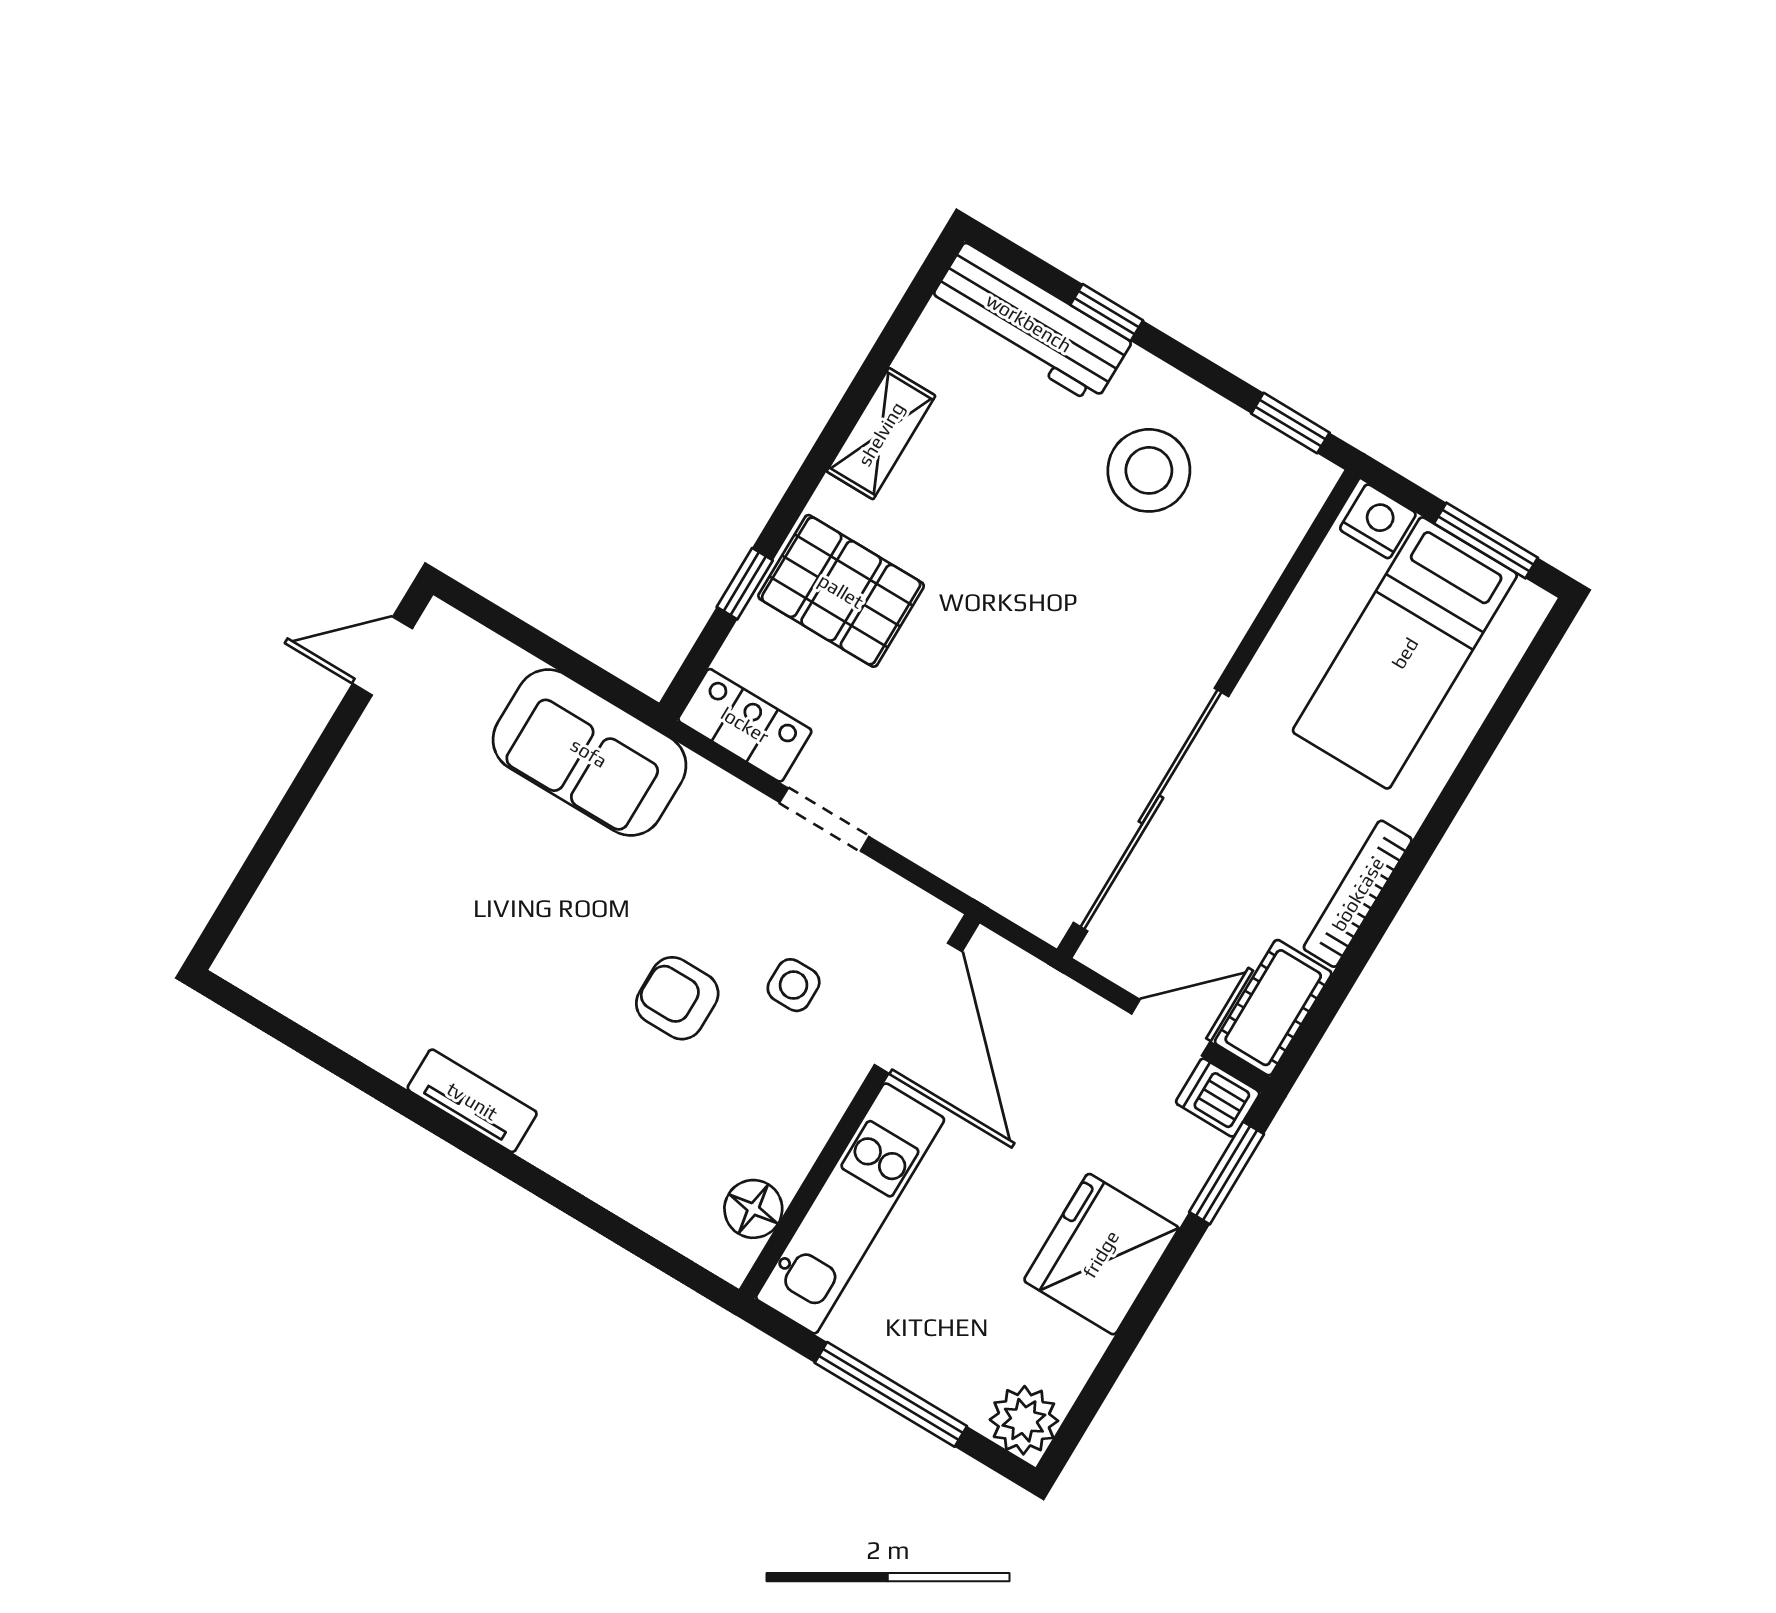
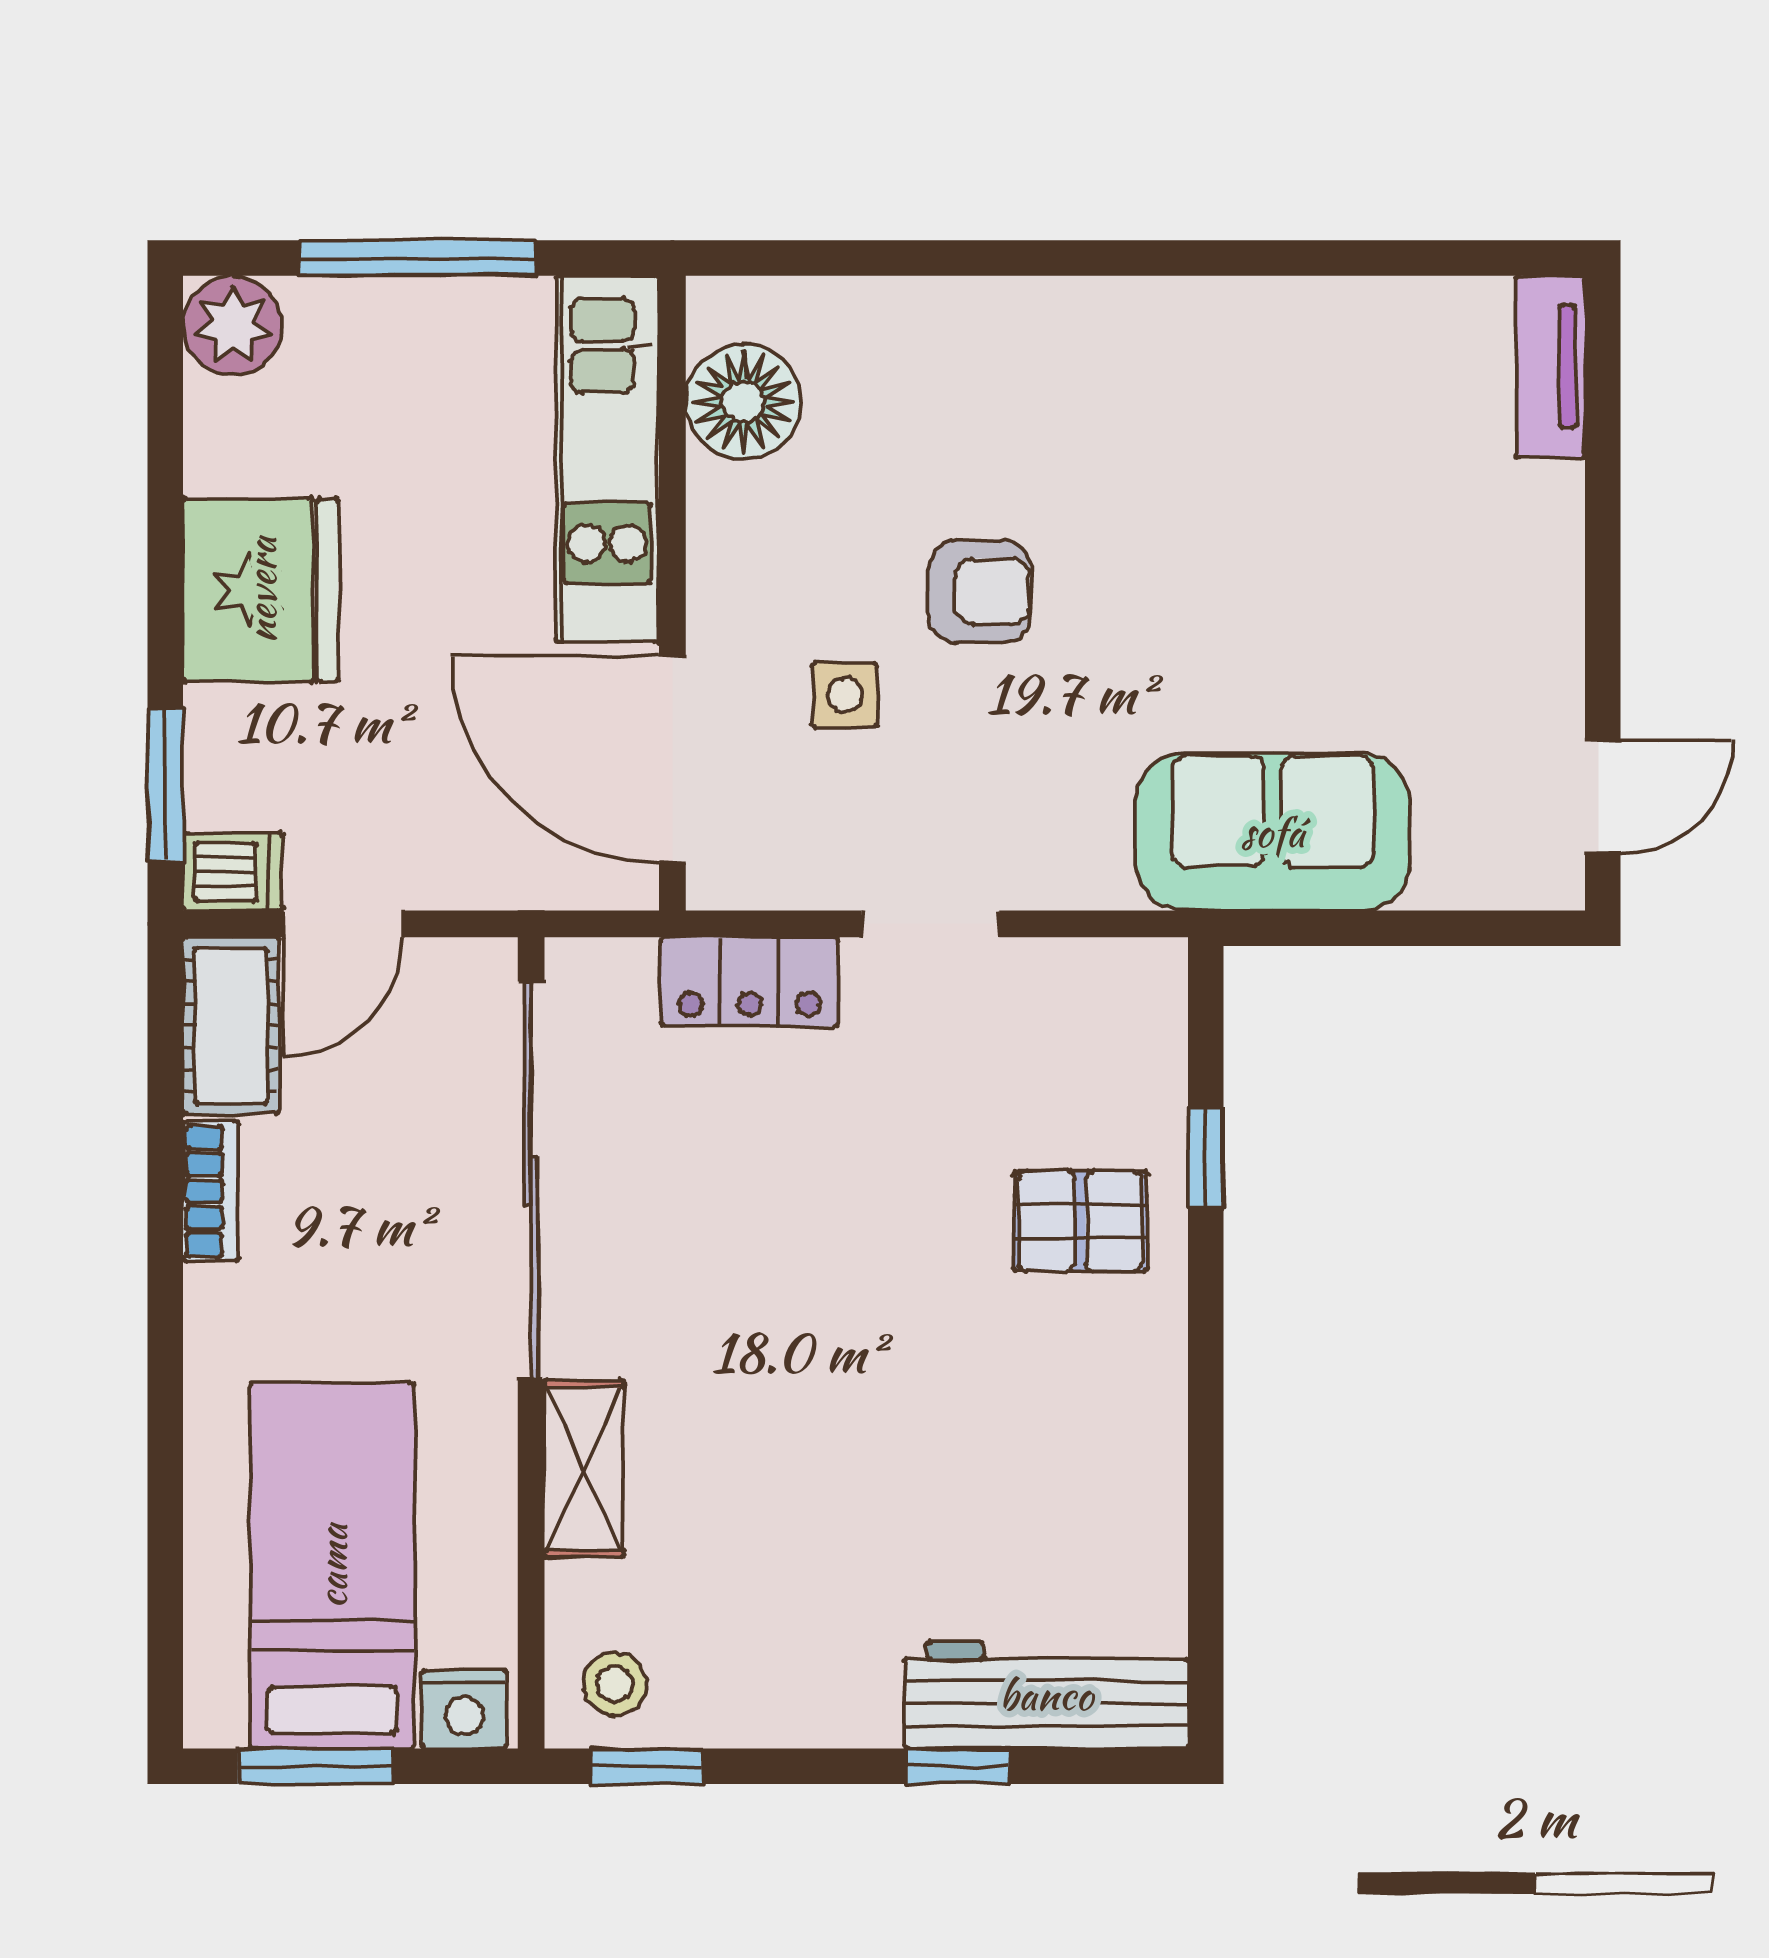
shelving: (881, 434) -> (584, 1468), moved
stool: (1149, 470) -> (615, 1684), moved, width x0.53, depth x0.53
pallet: (841, 591) -> (1080, 1221), width x0.67, depth x0.71
locker: (745, 725) -> (749, 982), moved
bookcase: (1358, 894) -> (211, 1191), width x0.64
tv unit: (472, 1101) -> (1550, 367), moved, turned 90
floor lamp: (753, 1209) -> (743, 402), width x1.38, depth x1.38

